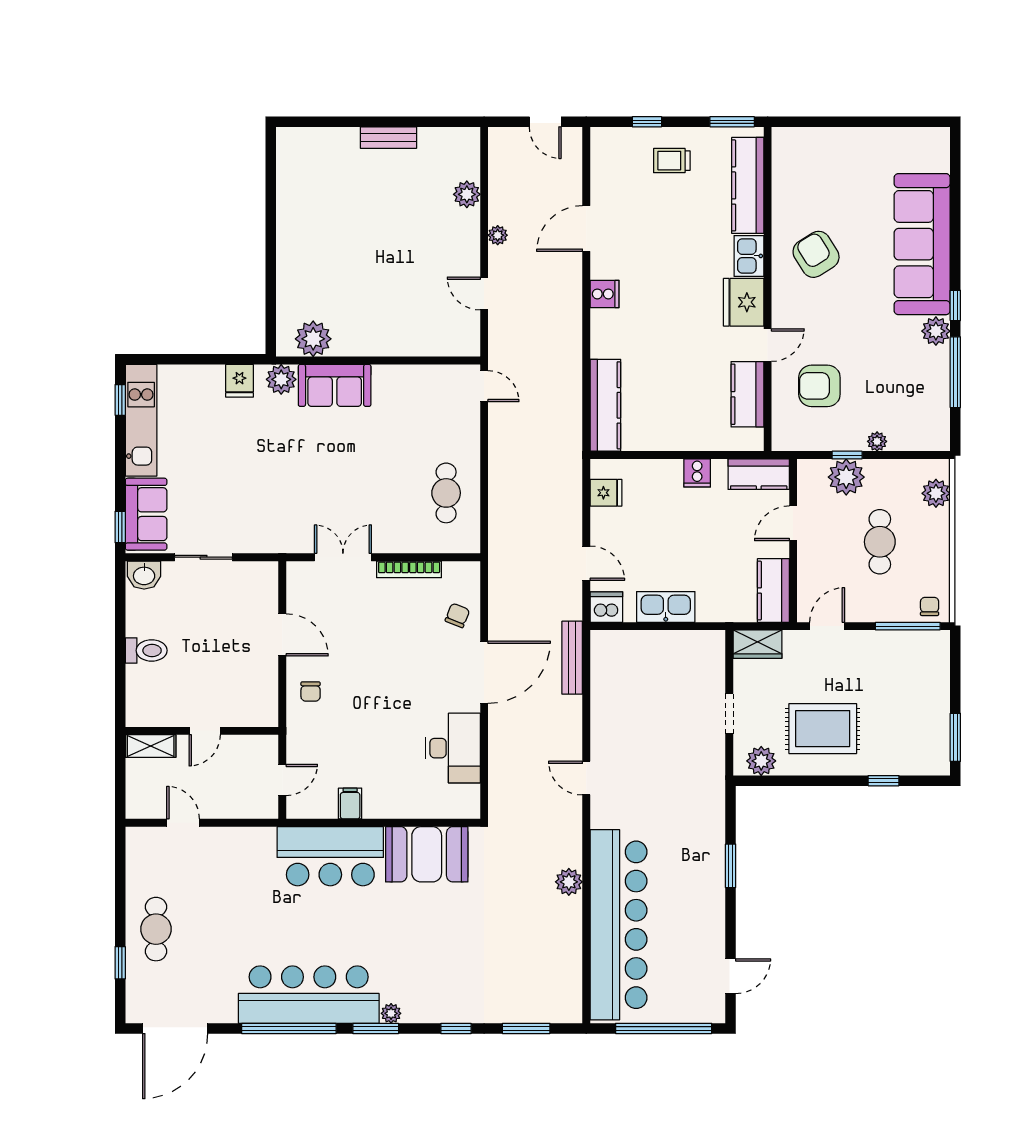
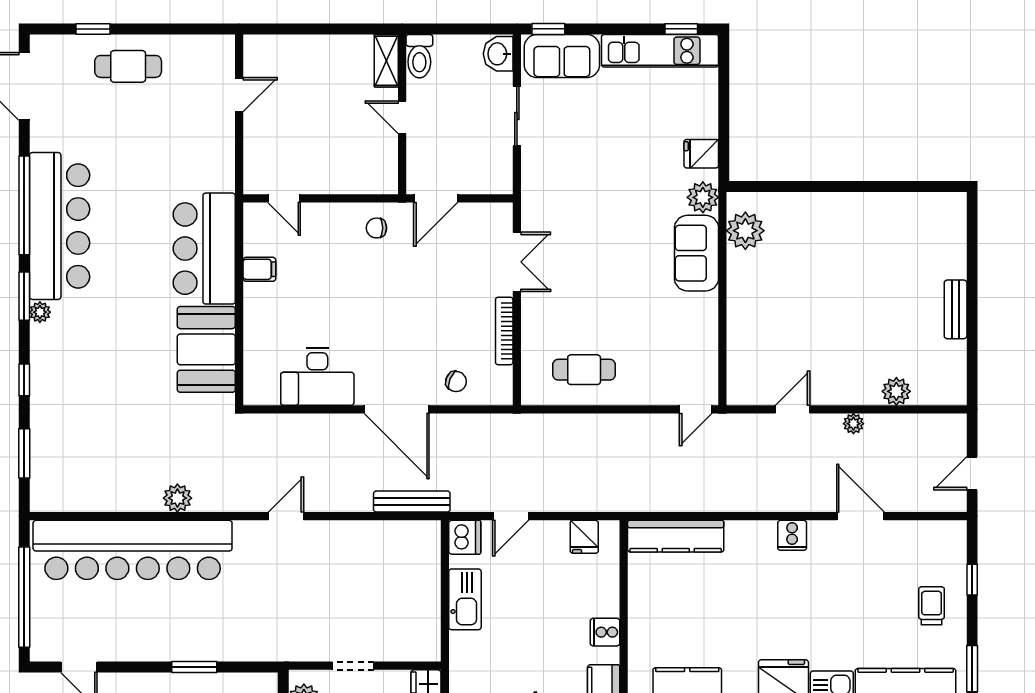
wall: (202, 731) -> (402, 114), moved
door: (205, 731) -> (402, 117), moved
shelving: (151, 746) -> (386, 61), moved

